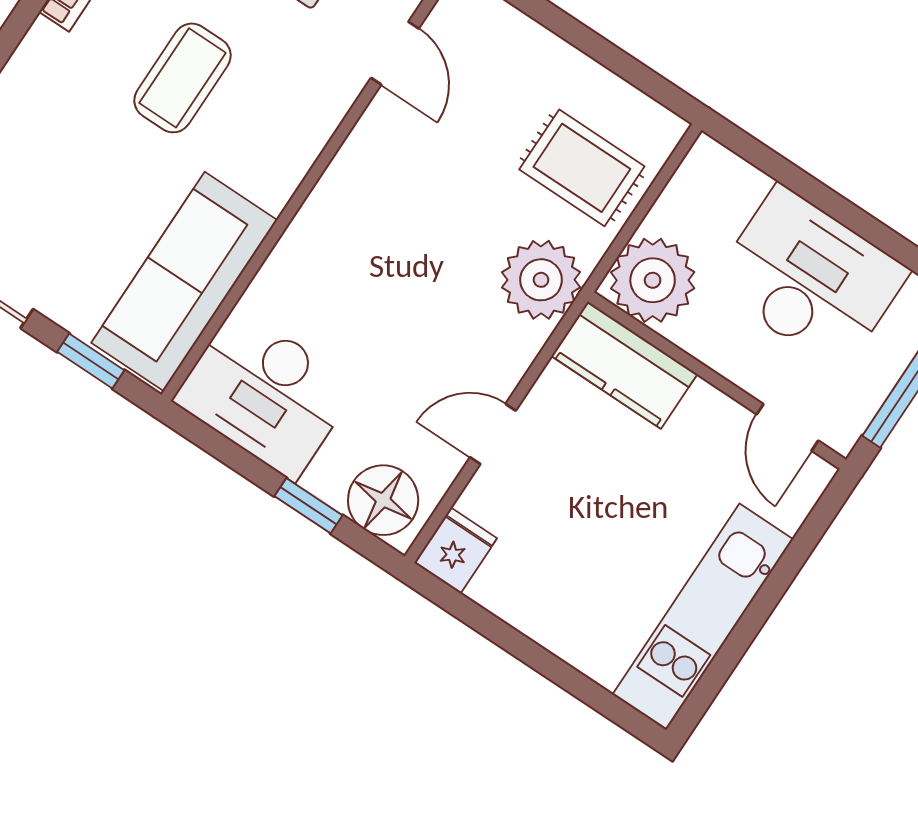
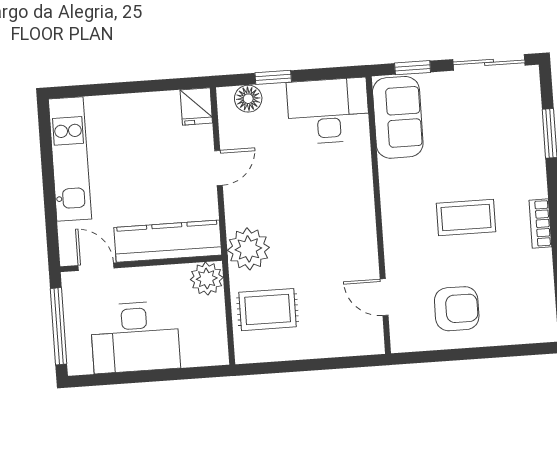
coffee table: (183, 78) -> (466, 217), turned 90
plant: (653, 280) -> (207, 279), width x0.73, depth x0.73
sofa: (184, 281) -> (398, 117), width x0.73
kitchen counter: (624, 365) -> (168, 241), width x1.50
floor lamp: (383, 500) -> (248, 99), width x0.73, depth x0.73

